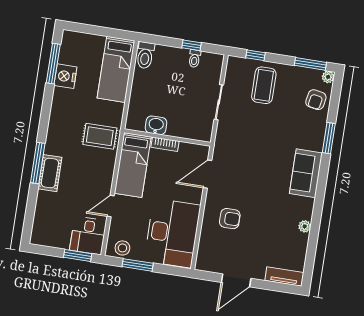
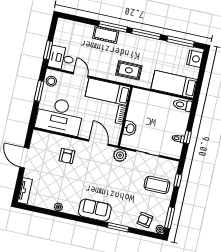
nightstand: (65, 76) -> (195, 59), moved, turned 90
window: (45, 114) -> (146, 34), added
washbasin: (156, 125) -> (130, 128), moved
rug: (100, 136) -> (129, 70), turned 90
plant: (224, 142) -> (120, 155), added

